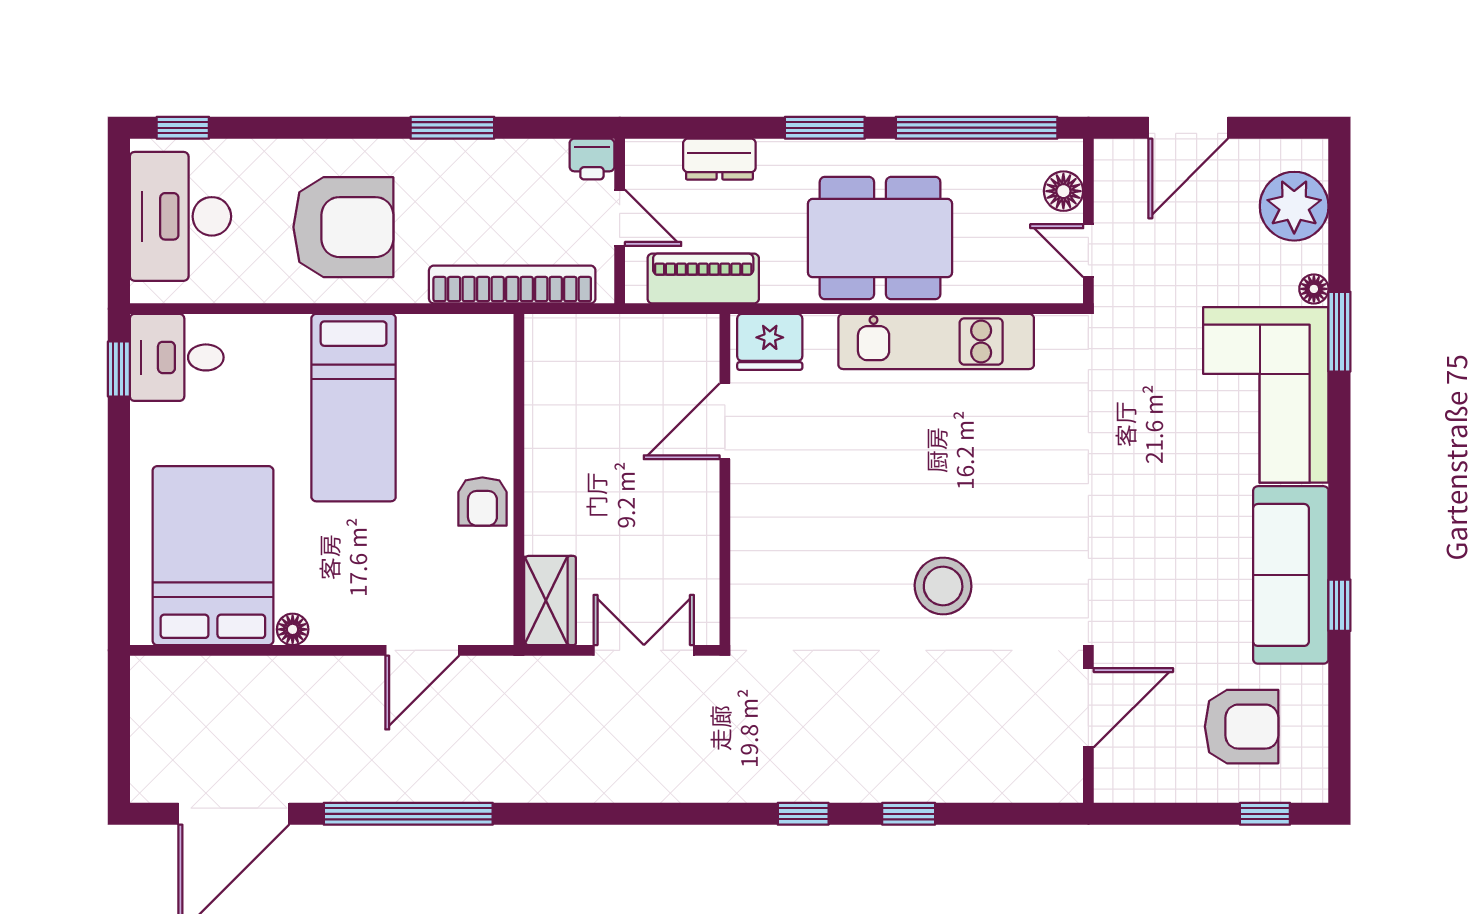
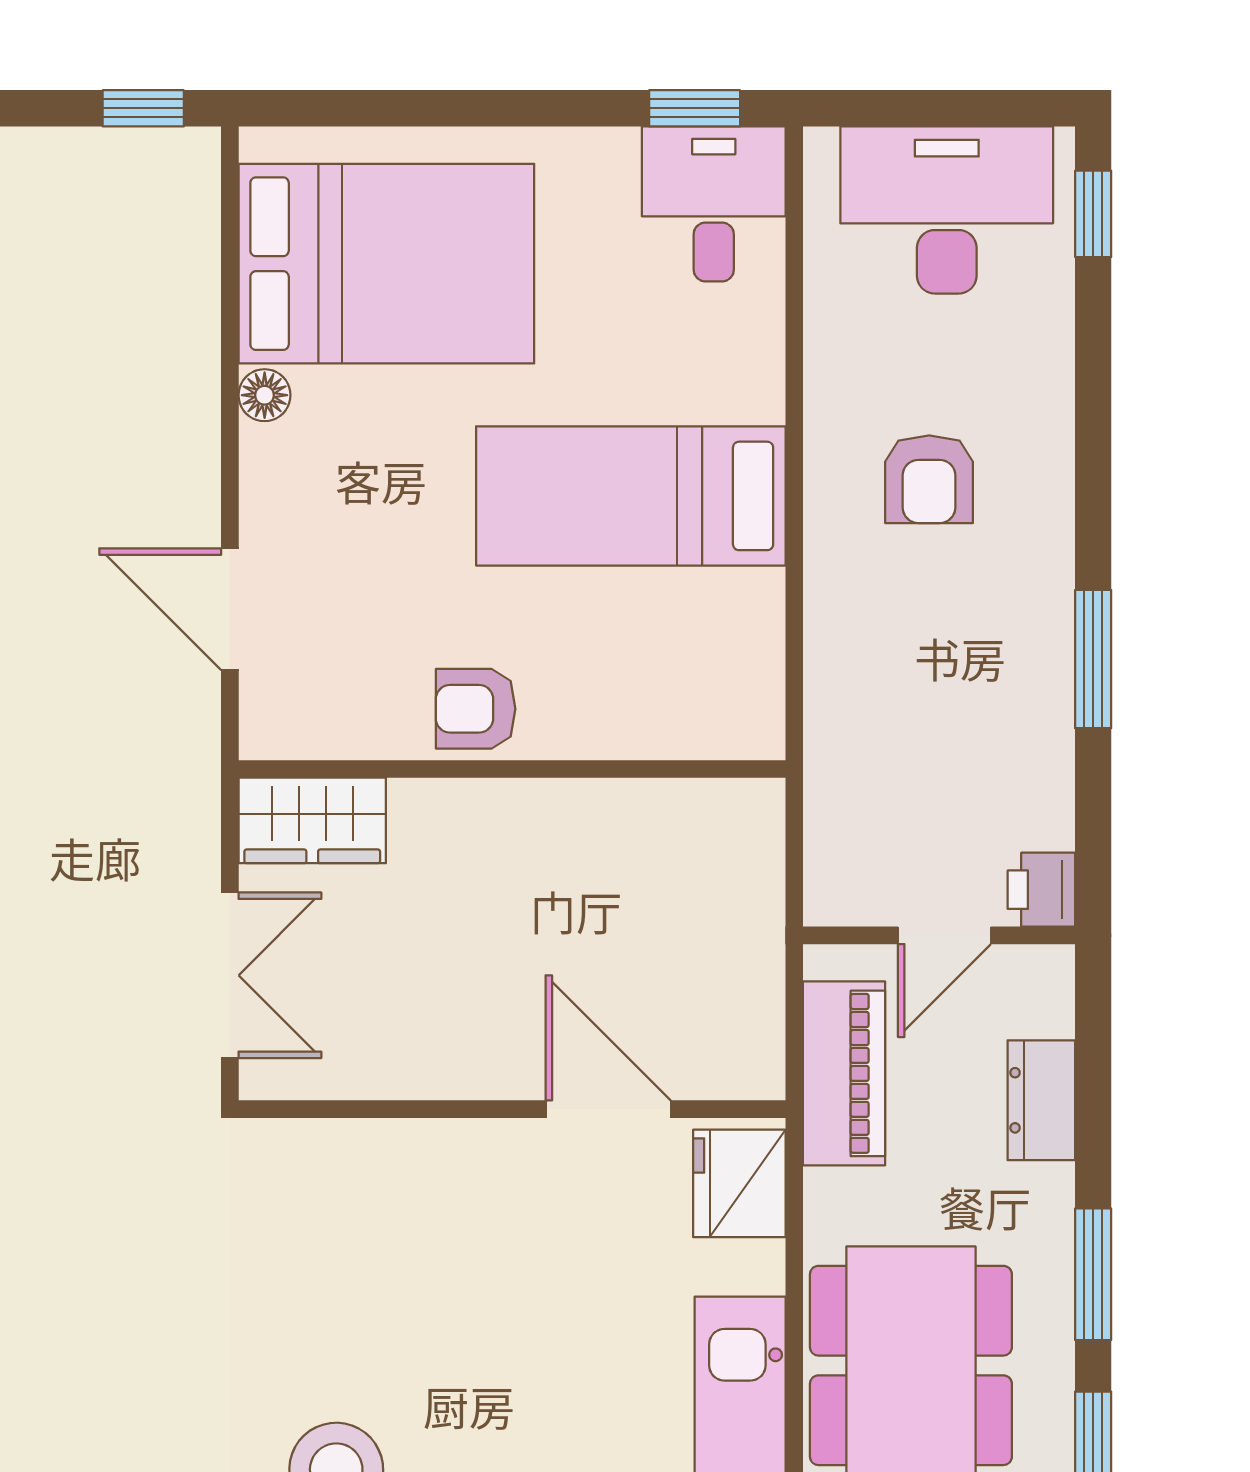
armchair: (343, 227) -> (929, 479), width x0.53, depth x0.53
bookcase: (512, 285) -> (834, 758), removed
window: (119, 703) -> (143, 108), added

